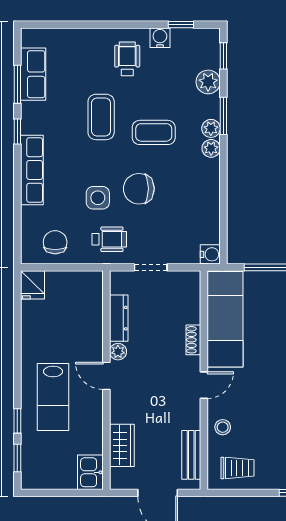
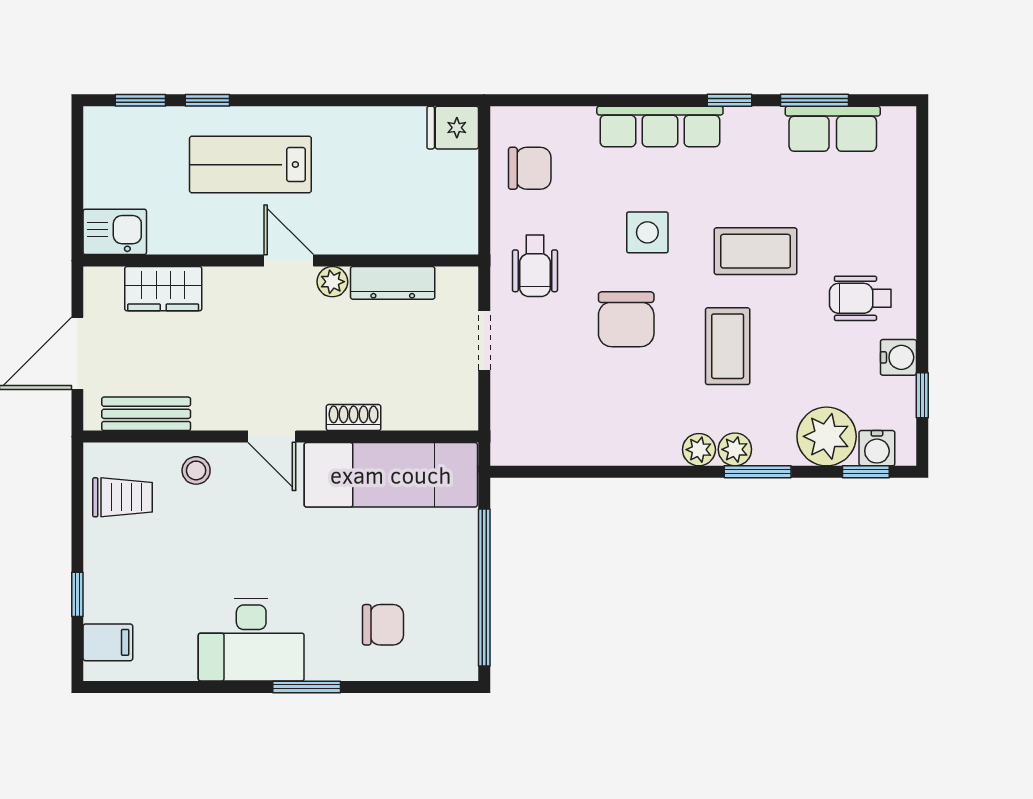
wheelchair: (127, 59) -> (860, 298), turned 180
plant: (208, 82) -> (827, 436), width x1.36, depth x1.36
chair: (139, 189) -> (626, 319), turned 180
side table: (98, 198) -> (647, 232), moved
water cooler: (210, 254) -> (877, 448), moved
door: (106, 376) -> (289, 261), hinge flipped
trolley: (238, 468) -> (123, 497), turned -90

